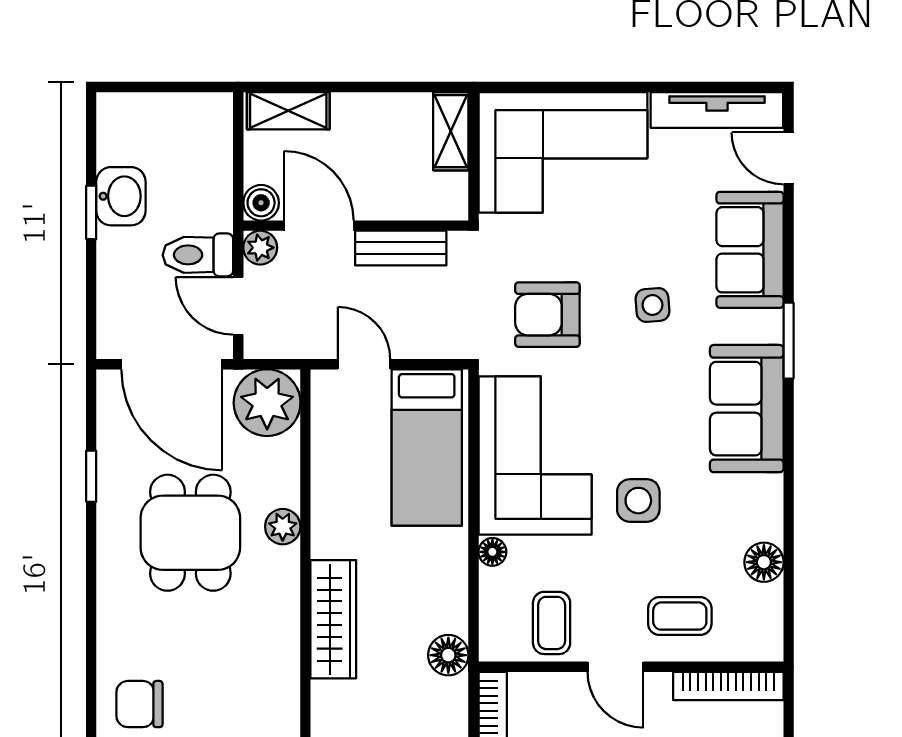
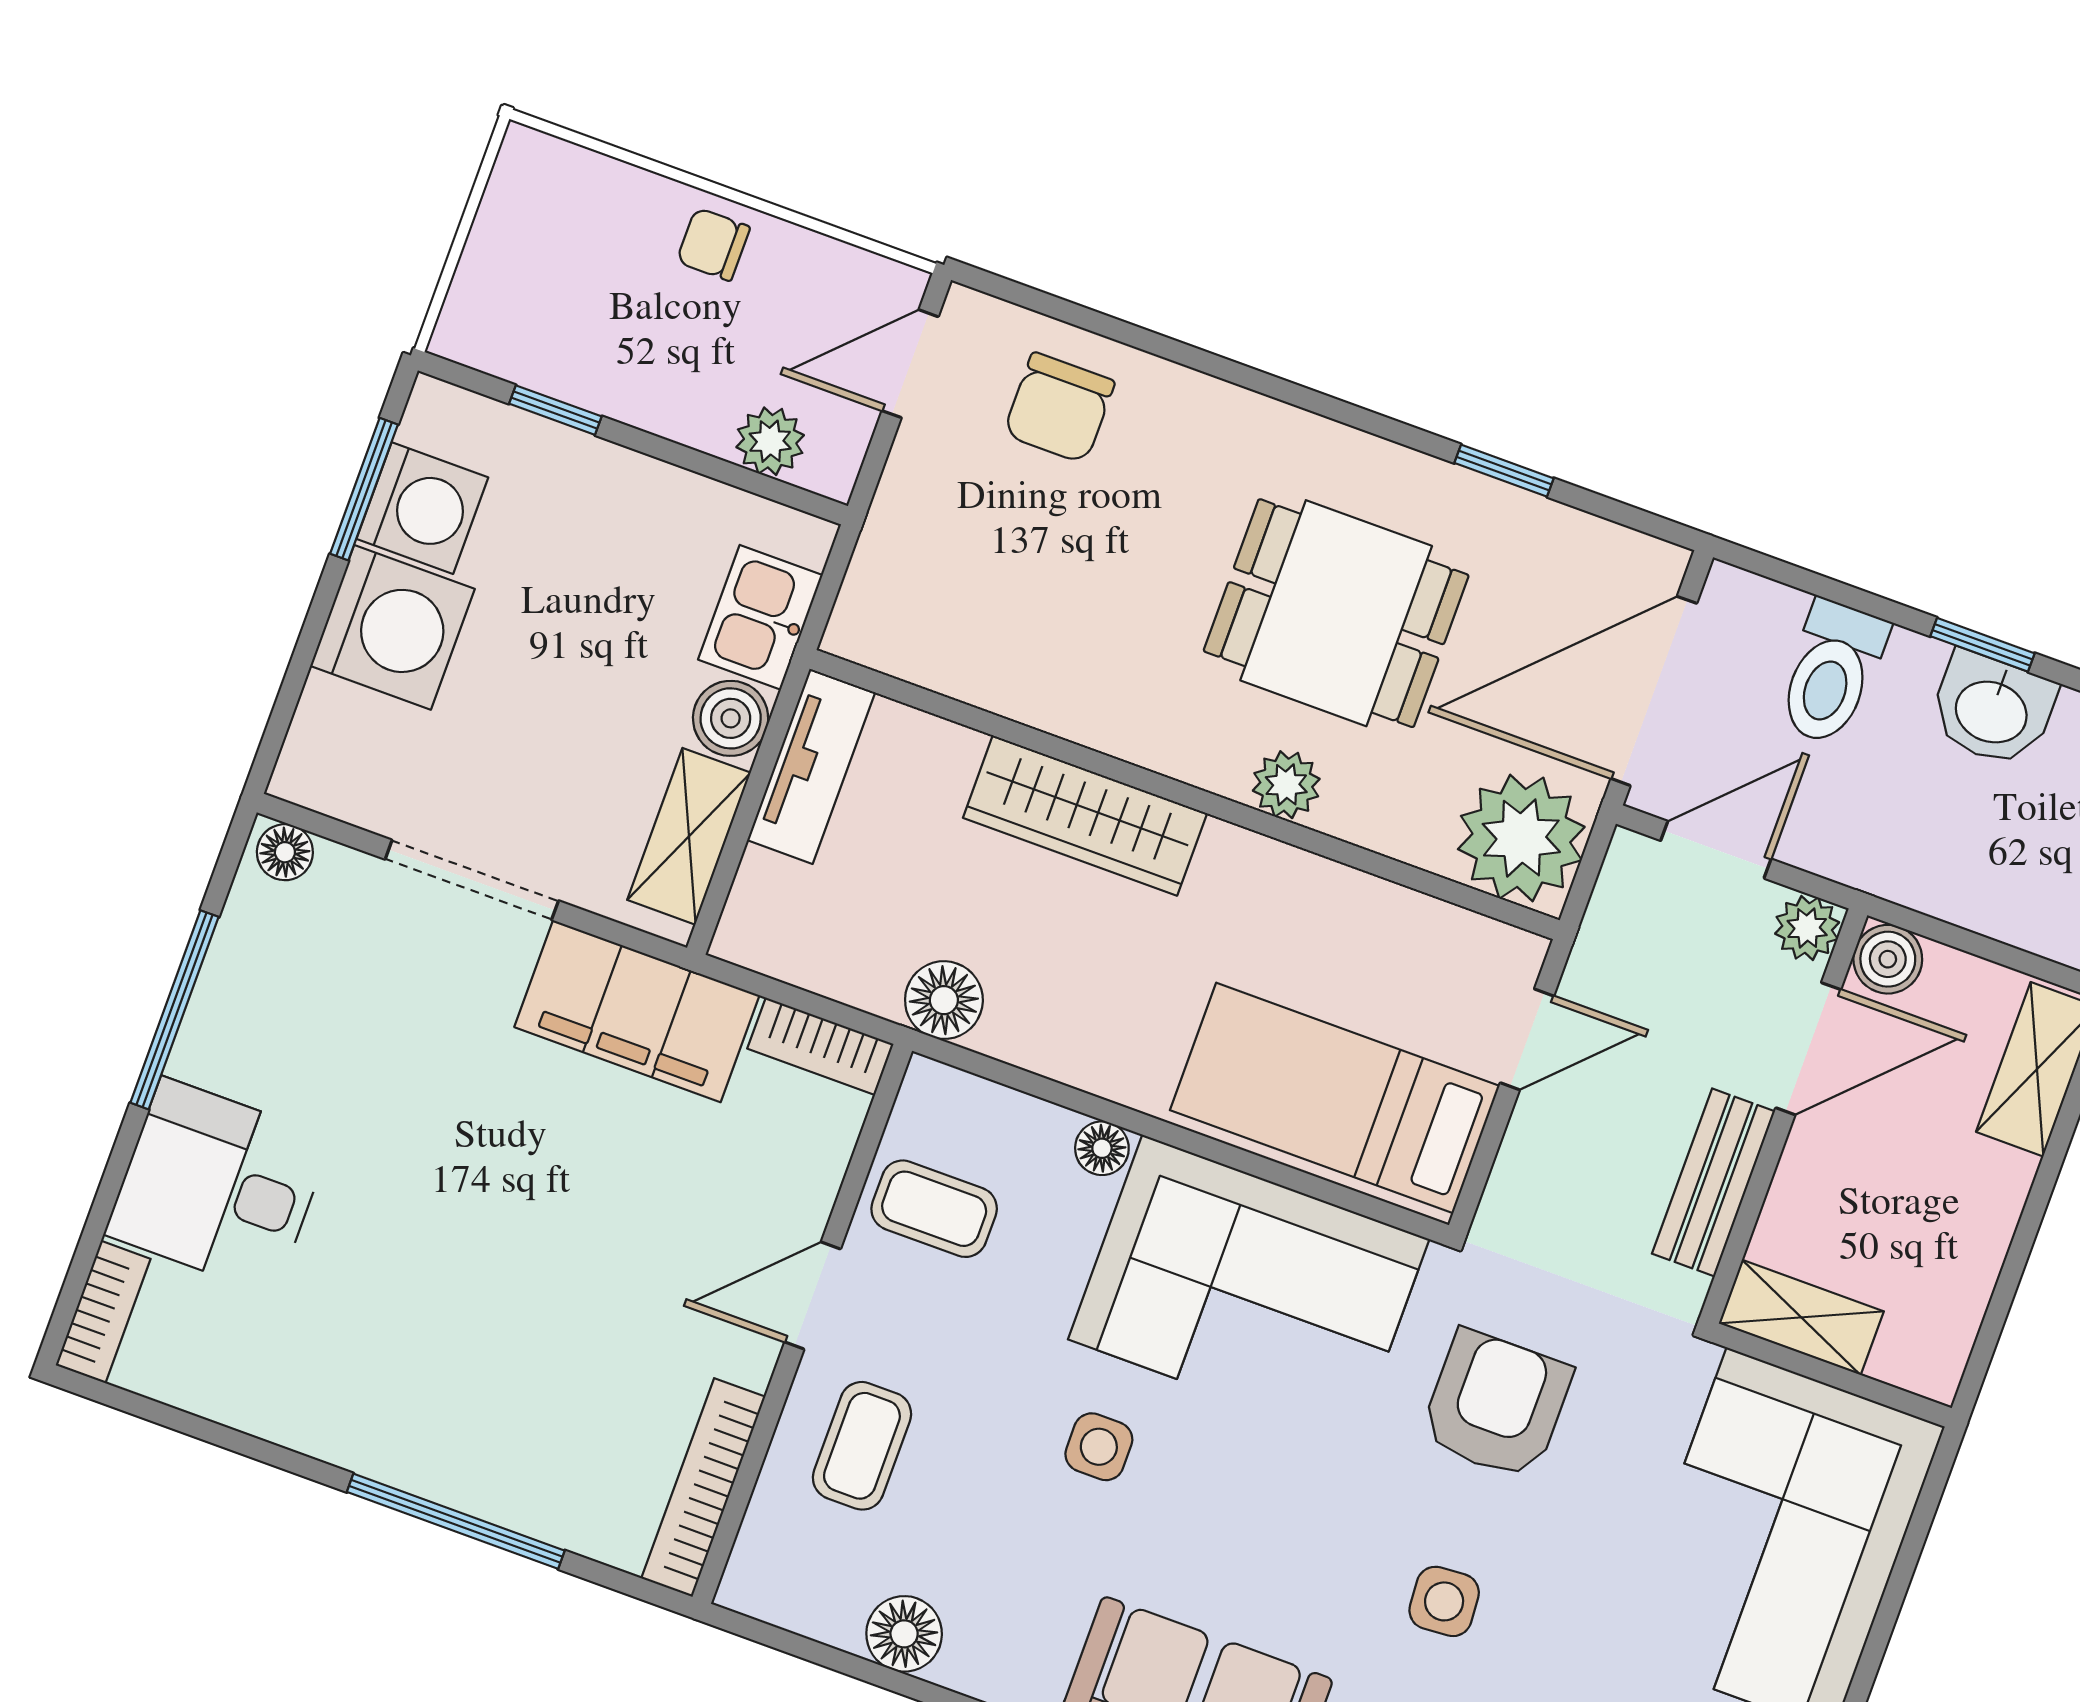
shelving: (451, 131) -> (1801, 1317), moved
toilet: (198, 255) -> (1832, 673), moved, turned 180
side table: (638, 501) -> (1099, 1447), width x0.73, depth x0.73
chair: (139, 704) -> (1059, 408), turned 180

